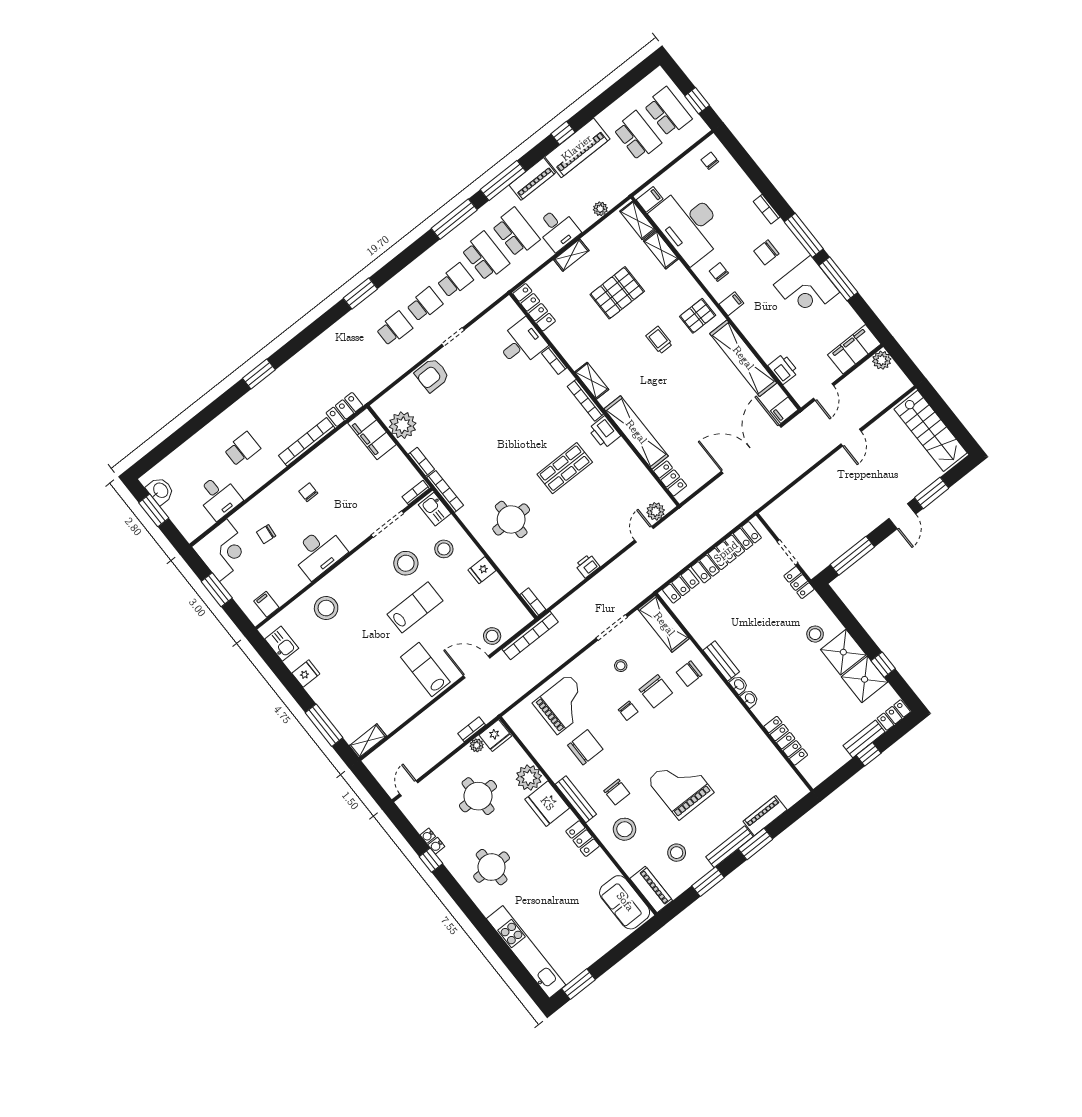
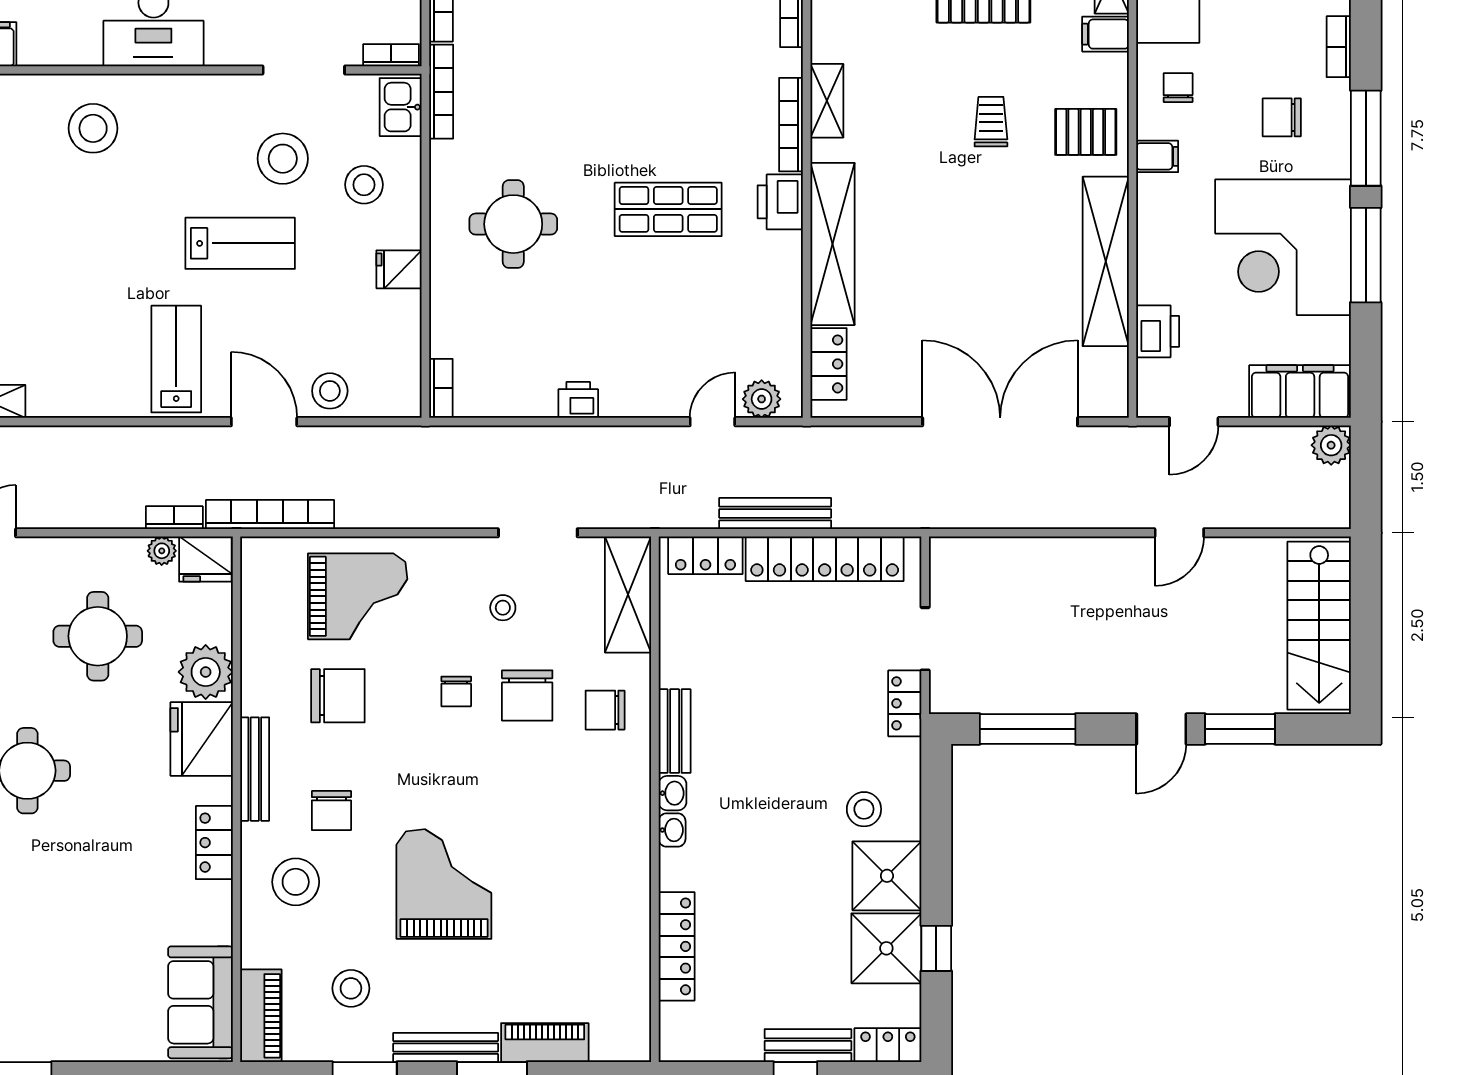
corner desk: (807, 288) -> (1283, 247), width x1.36, depth x1.36
filing cabinet: (784, 410) -> (1105, 34), moved
bench: (694, 550) -> (775, 513), added
bookcase: (530, 636) -> (270, 515), moved, turned 180

